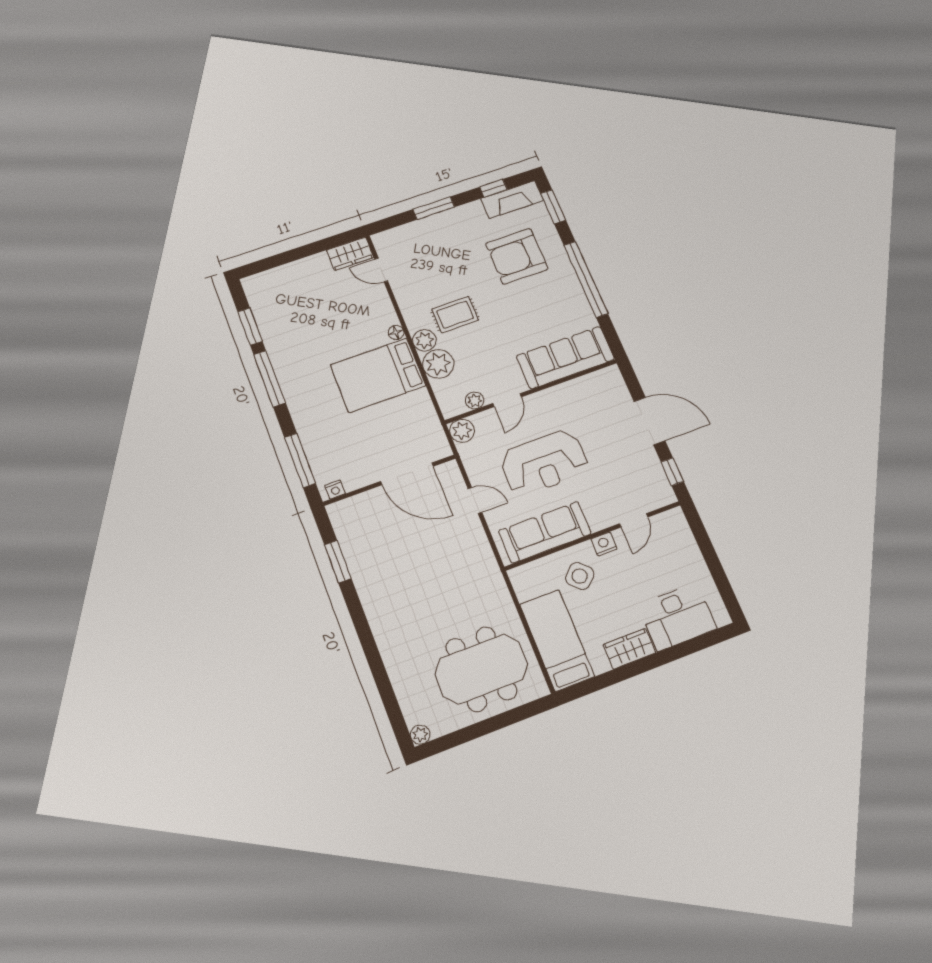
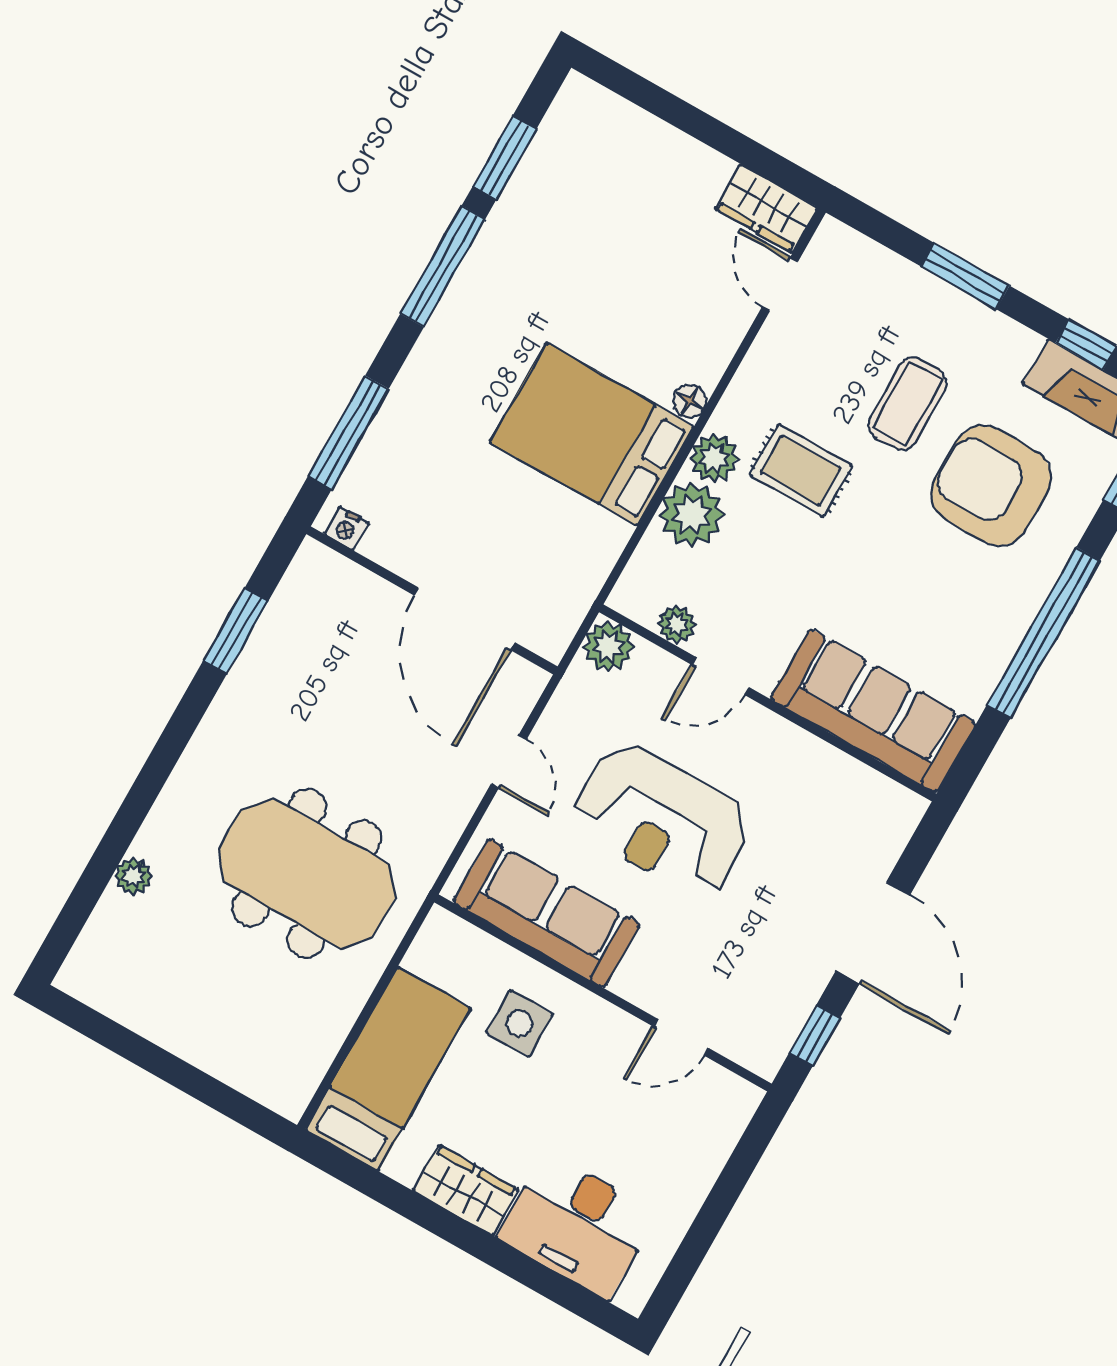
coffee table: (463, 261) -> (908, 404), added
nightstand: (604, 544) -> (603, 1021), removed
side table: (580, 576) -> (520, 1023), turned 45
meeting table: (481, 669) -> (307, 873), moved
plant: (420, 735) -> (133, 876), moved

